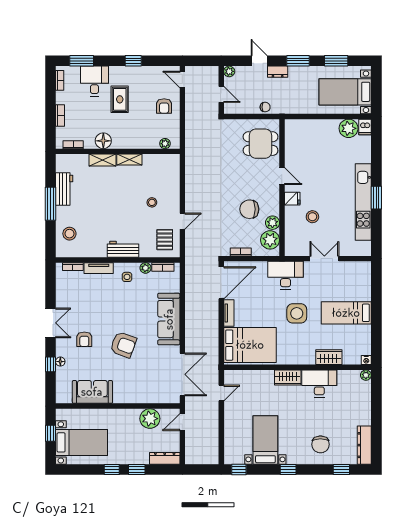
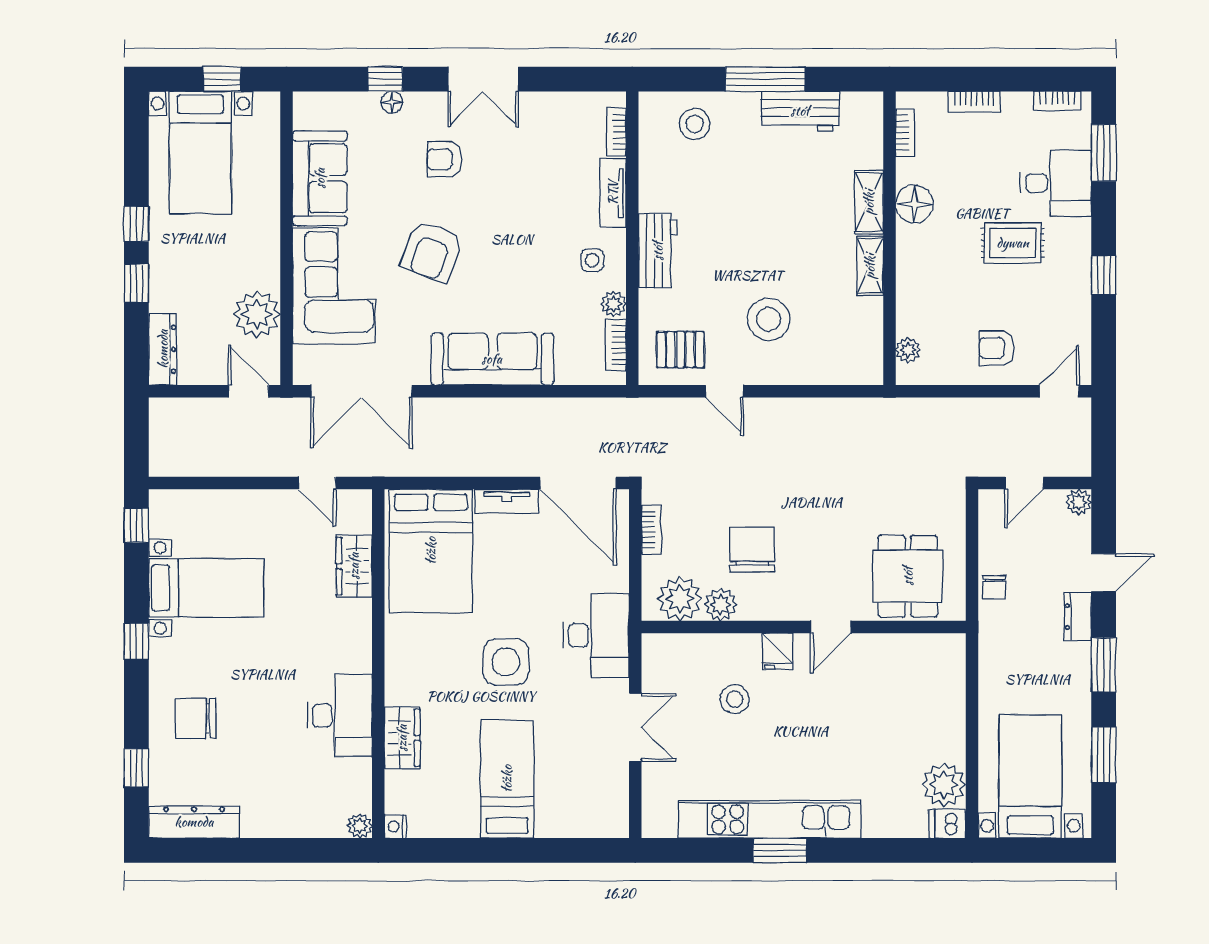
stool: (152, 202) -> (769, 319), width x1.89, depth x1.89
wardrobe: (288, 378) -> (354, 566), moved
corner sofa: (138, 386) -> (334, 286), added

